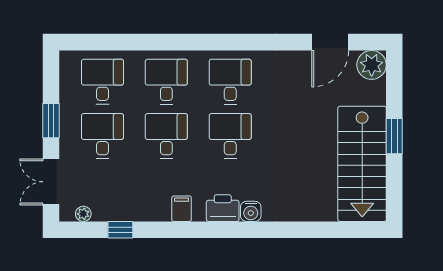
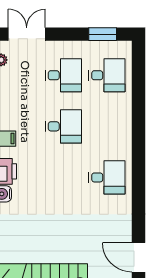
desk: (166, 82) -> (107, 126), removed
window: (51, 121) -> (103, 34), moved
desk: (230, 136) -> (63, 177), removed

